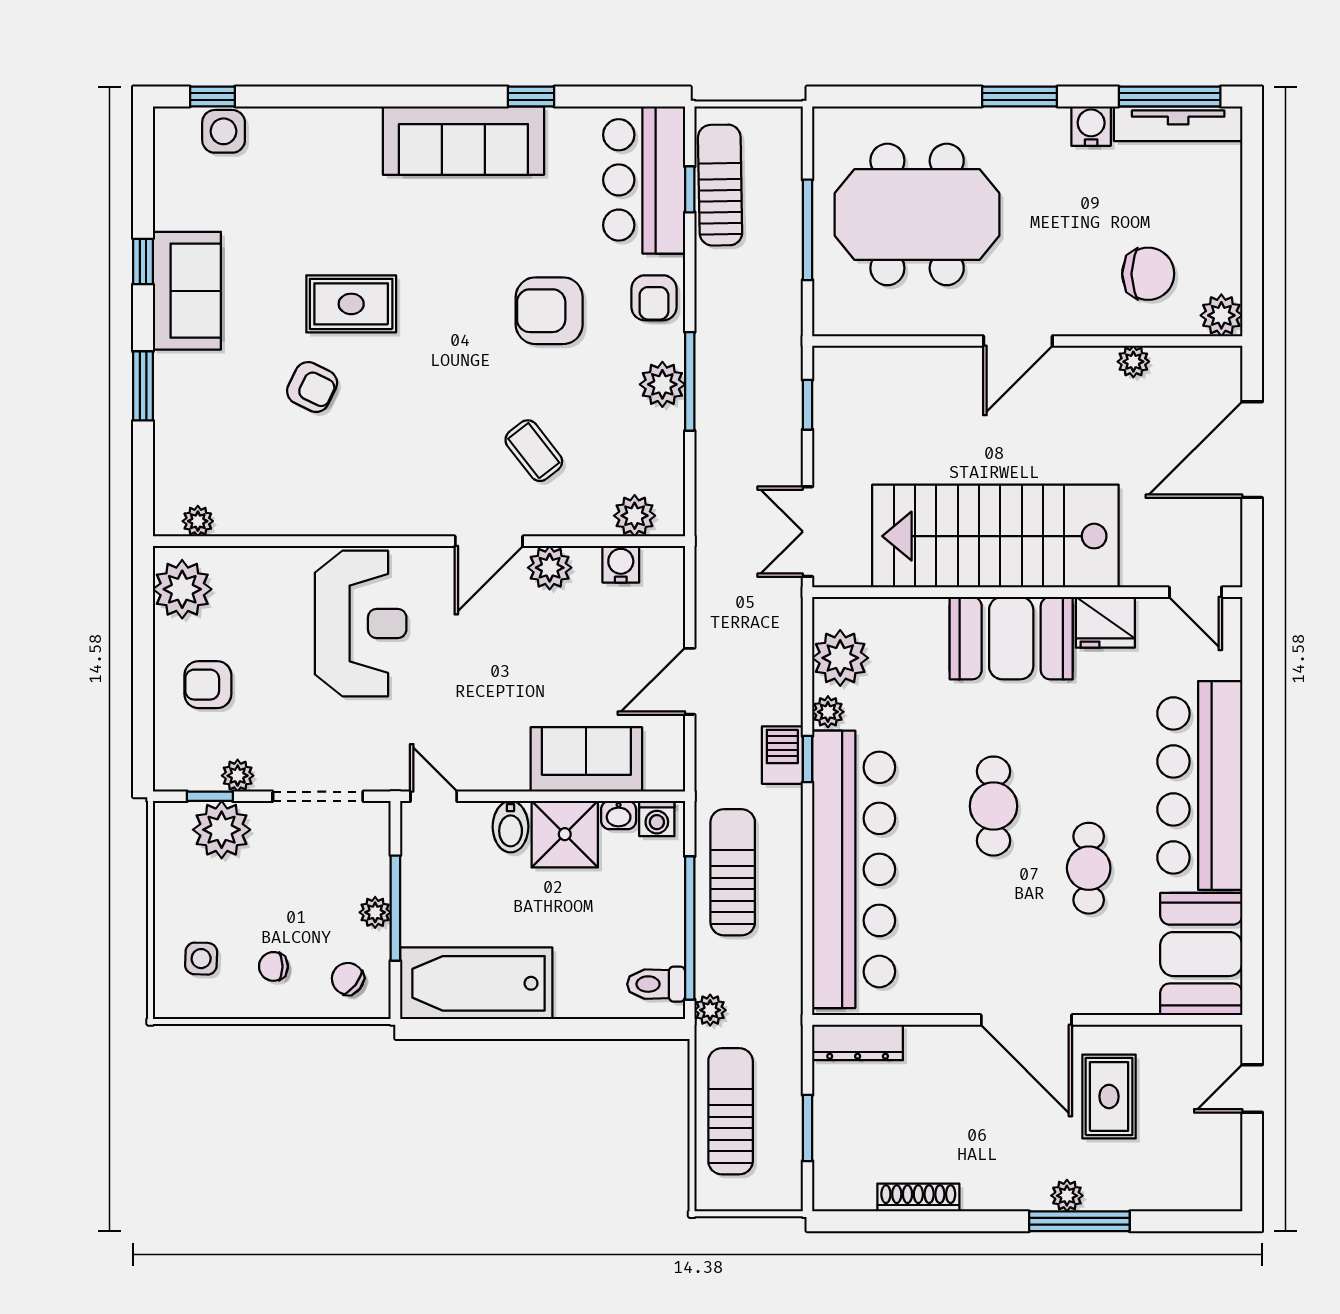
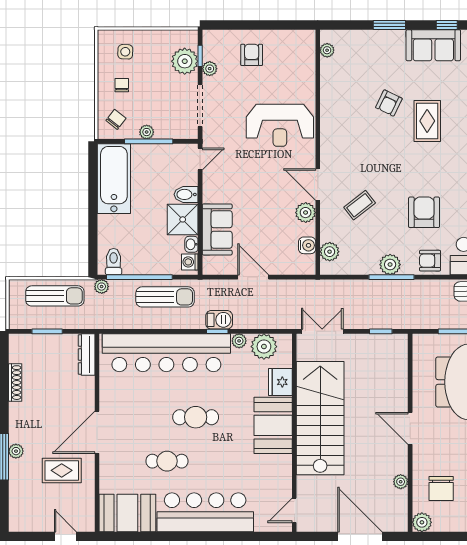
plant: (182, 589) -> (296, 43), removed
fridge: (1105, 622) -> (280, 382), moved

